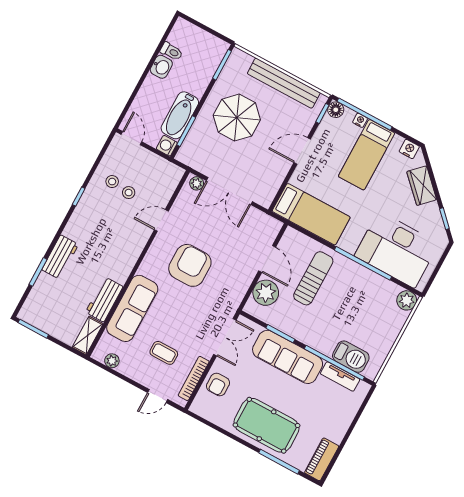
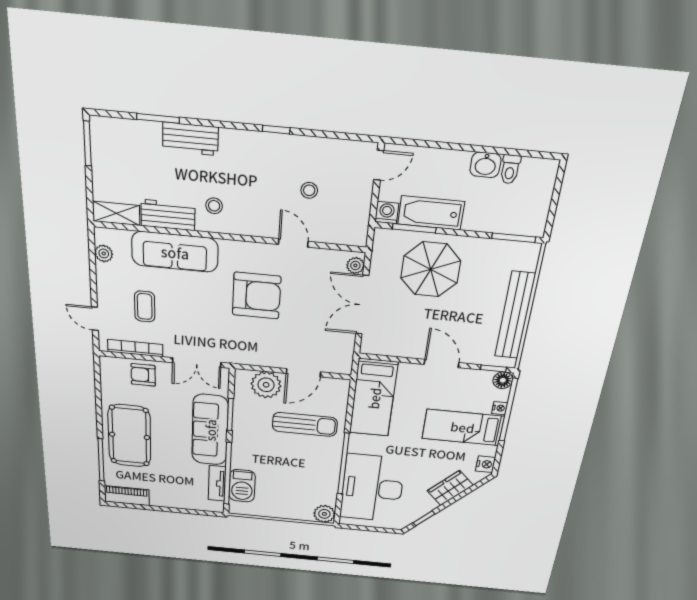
parasol: (237, 118) -> (431, 269), moved
stool: (112, 182) -> (214, 206), moved

